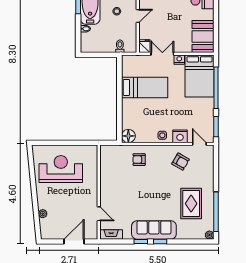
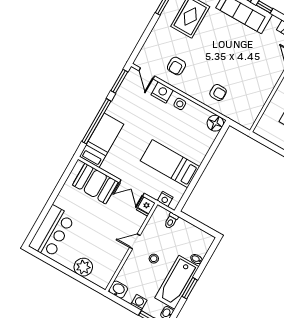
booth: (203, 36) -> (95, 184), moved, turned 90
nightstand: (179, 60) -> (165, 199), moved
bed: (200, 76) -> (102, 140), width x0.67
armchair: (181, 162) -> (176, 66), turned -120

